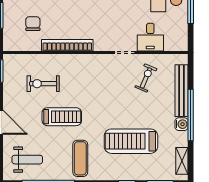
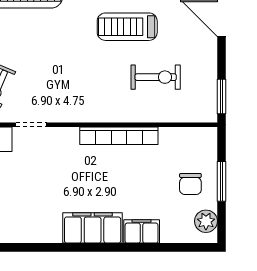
chair: (33, 24) -> (190, 184), moved

